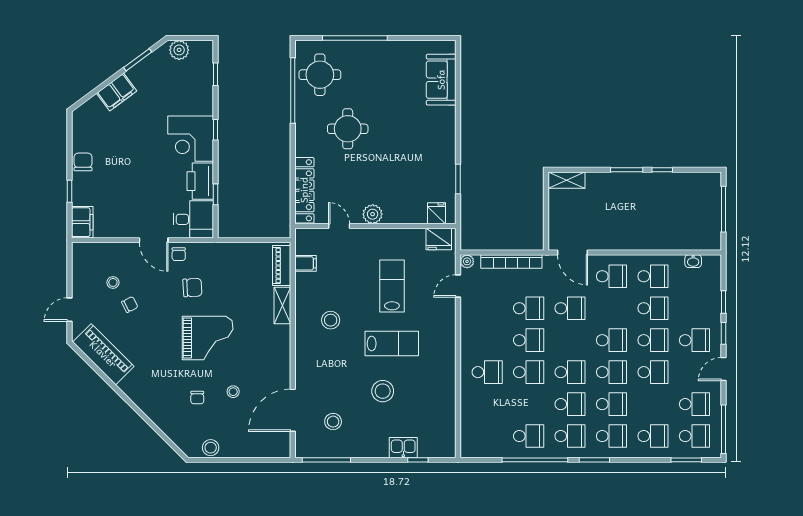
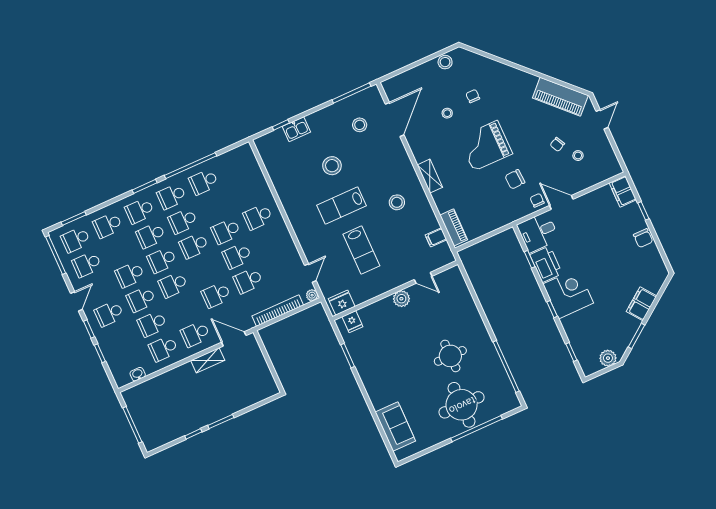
round table: (320, 75) -> (462, 405), moved, width x1.36, depth x1.36
shelving: (566, 180) -> (208, 360), moved
locker: (304, 190) -> (462, 293), removed
shelving: (282, 305) -> (430, 176), moved

